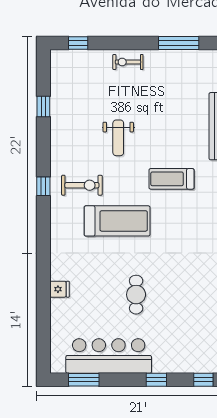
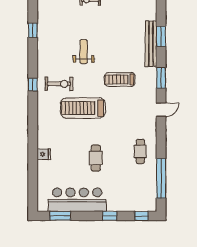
weight bench: (118, 138) -> (84, 52), turned 180
treadmill: (117, 221) -> (83, 108), turned 180
cafe table: (202, 285) -> (140, 151), added

